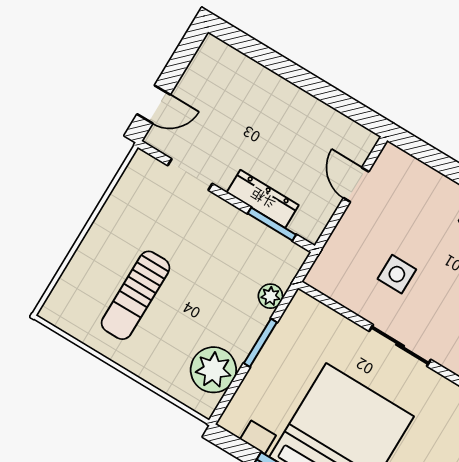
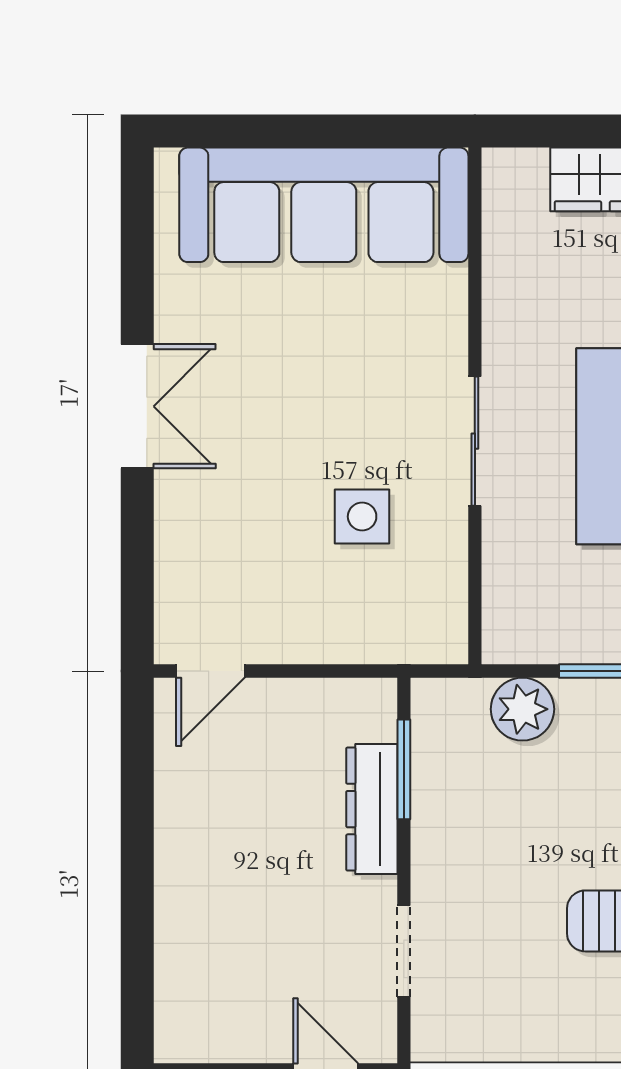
door: (356, 185) -> (210, 671), moved
plant: (270, 296) -> (522, 709), width x1.38, depth x1.38

